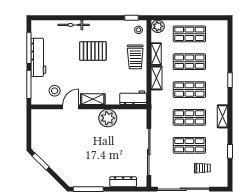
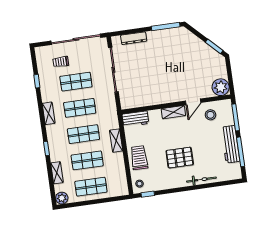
plant: (158, 26) -> (62, 198), moved
shelving: (156, 54) -> (57, 173), moved
plant: (108, 118) -> (221, 87), moved

